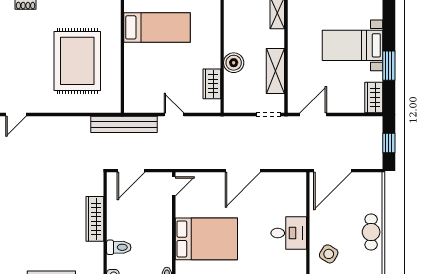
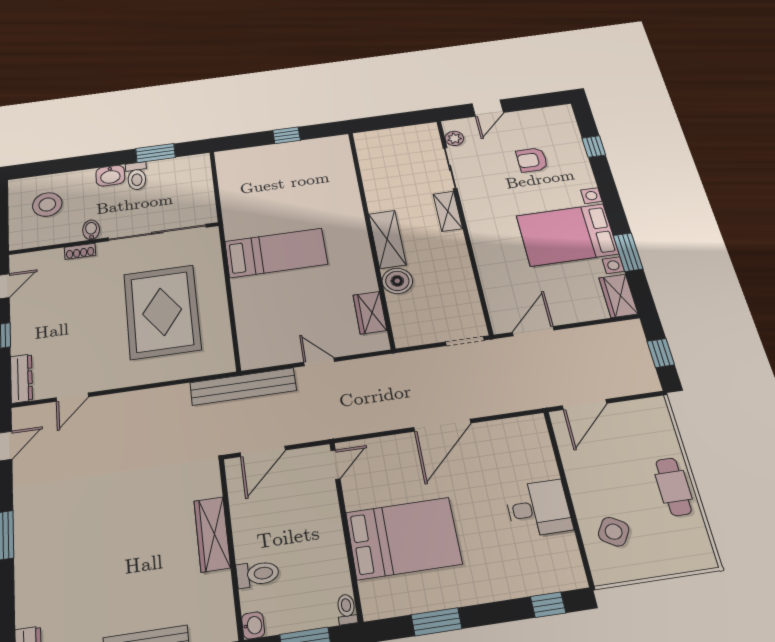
bed with nightstands: (353, 45) -> (567, 235), width x1.36
shelving: (275, 71) -> (387, 239), moved
door: (332, 171) -> (584, 404), width x0.73

